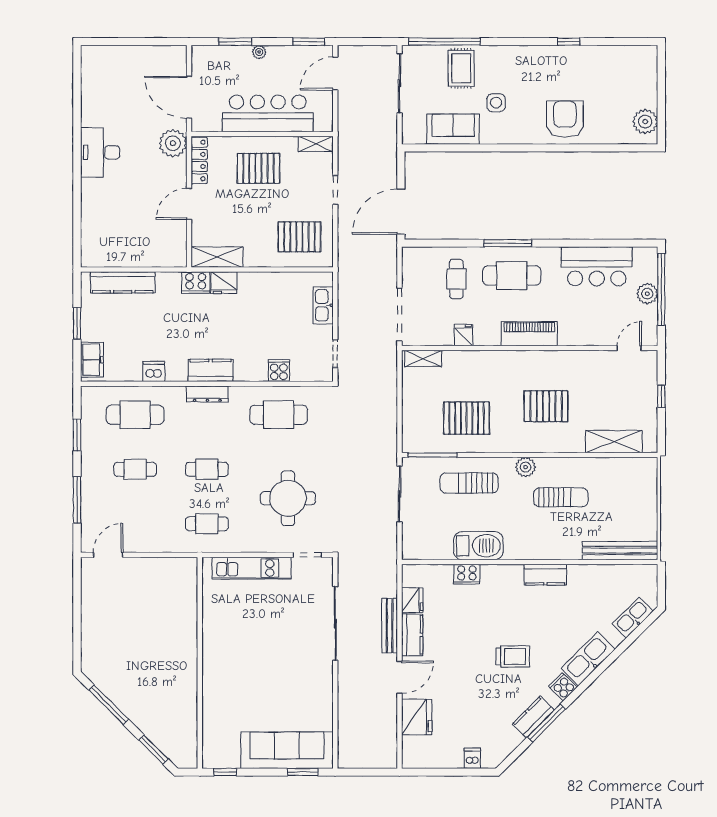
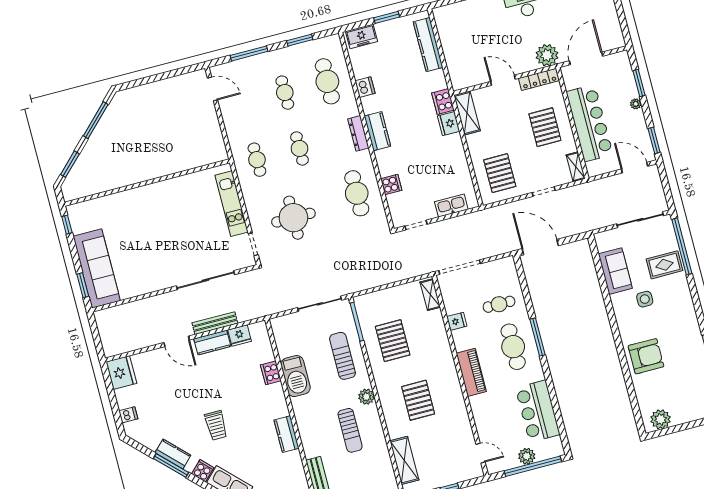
fridge: (417, 717) -> (121, 373), moved, turned -90

